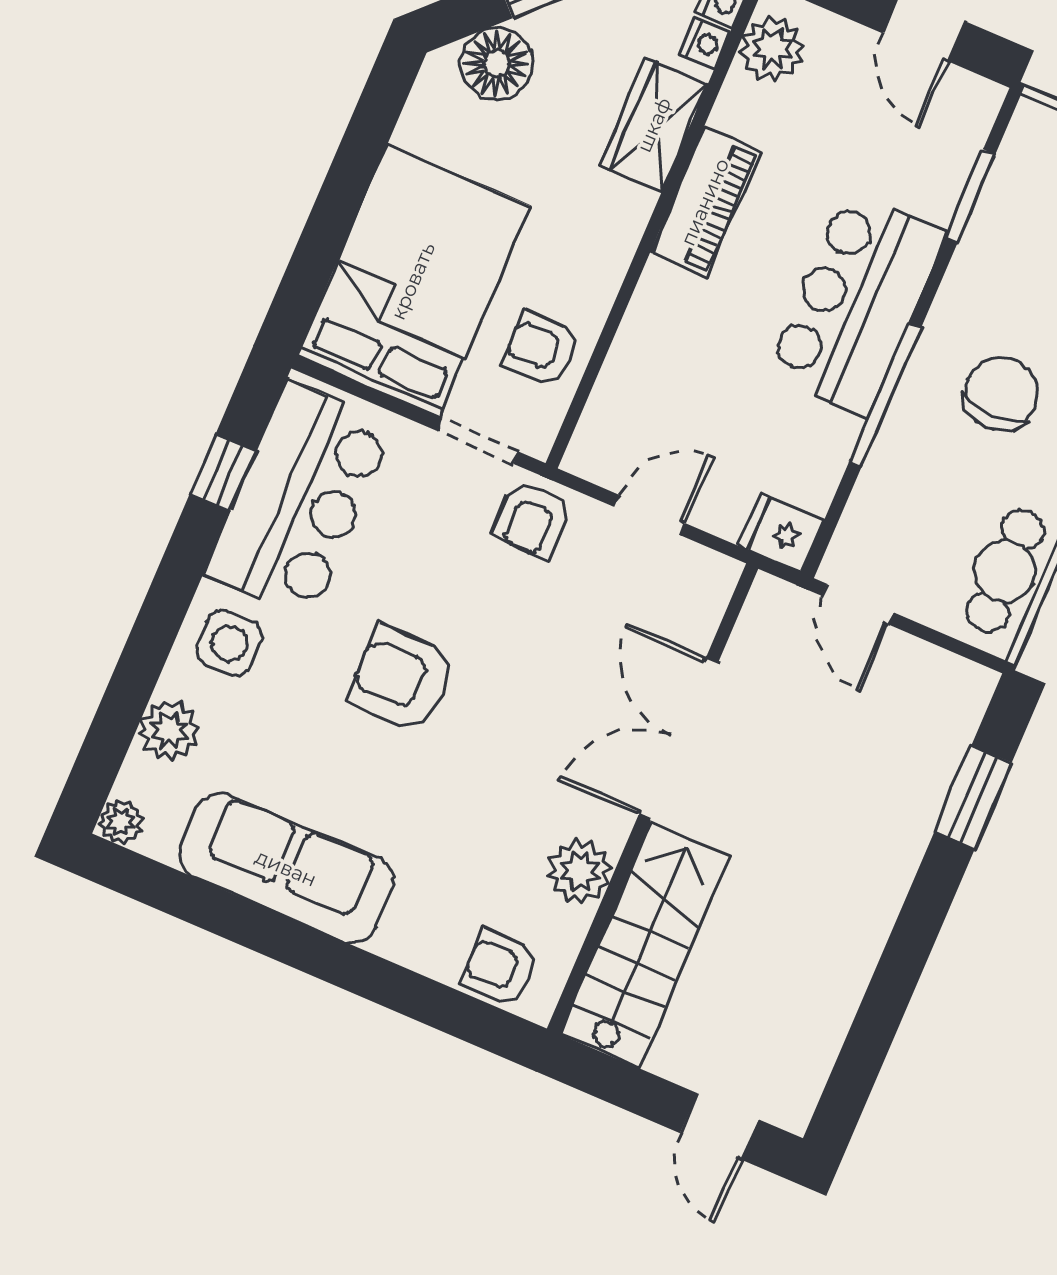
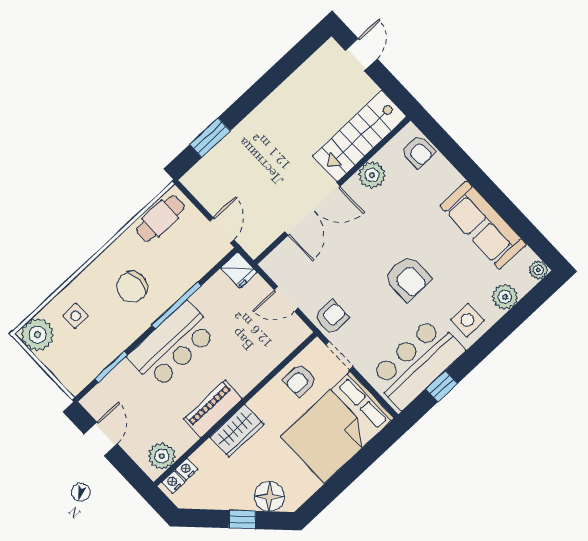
wardrobe: (654, 125) -> (237, 431), moved
armchair: (541, 349) -> (300, 380), turned 90

